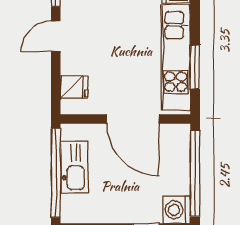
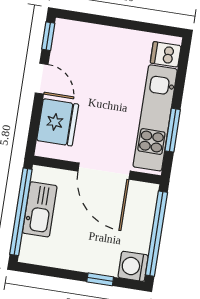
door: (56, 36) -> (42, 79), swing flipped
fridge: (74, 87) -> (58, 122), width x1.88, depth x1.34

